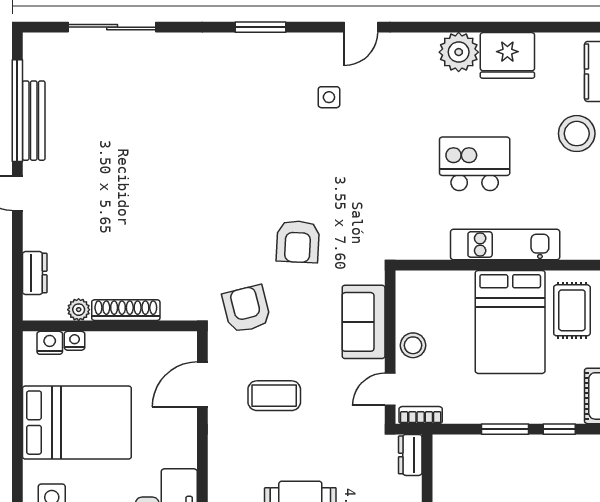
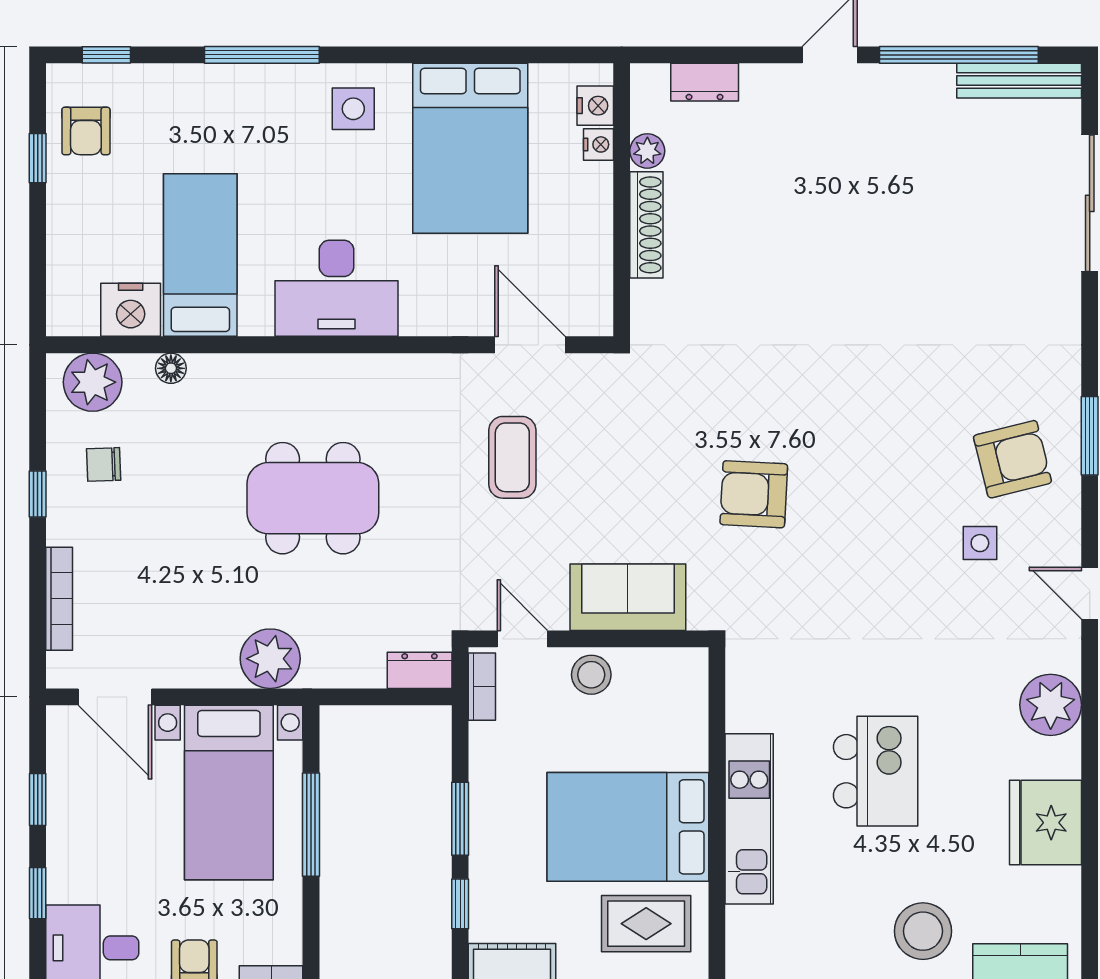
plant: (459, 52) -> (1051, 705), moved
bench: (34, 121) -> (1019, 81), moved
armchair: (246, 309) -> (1012, 459), moved

